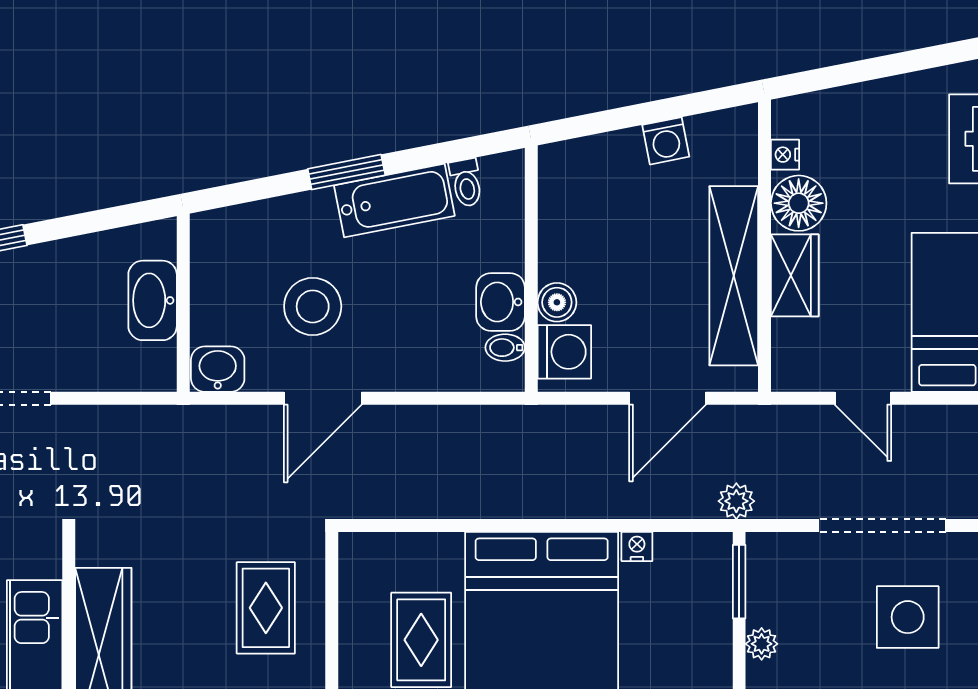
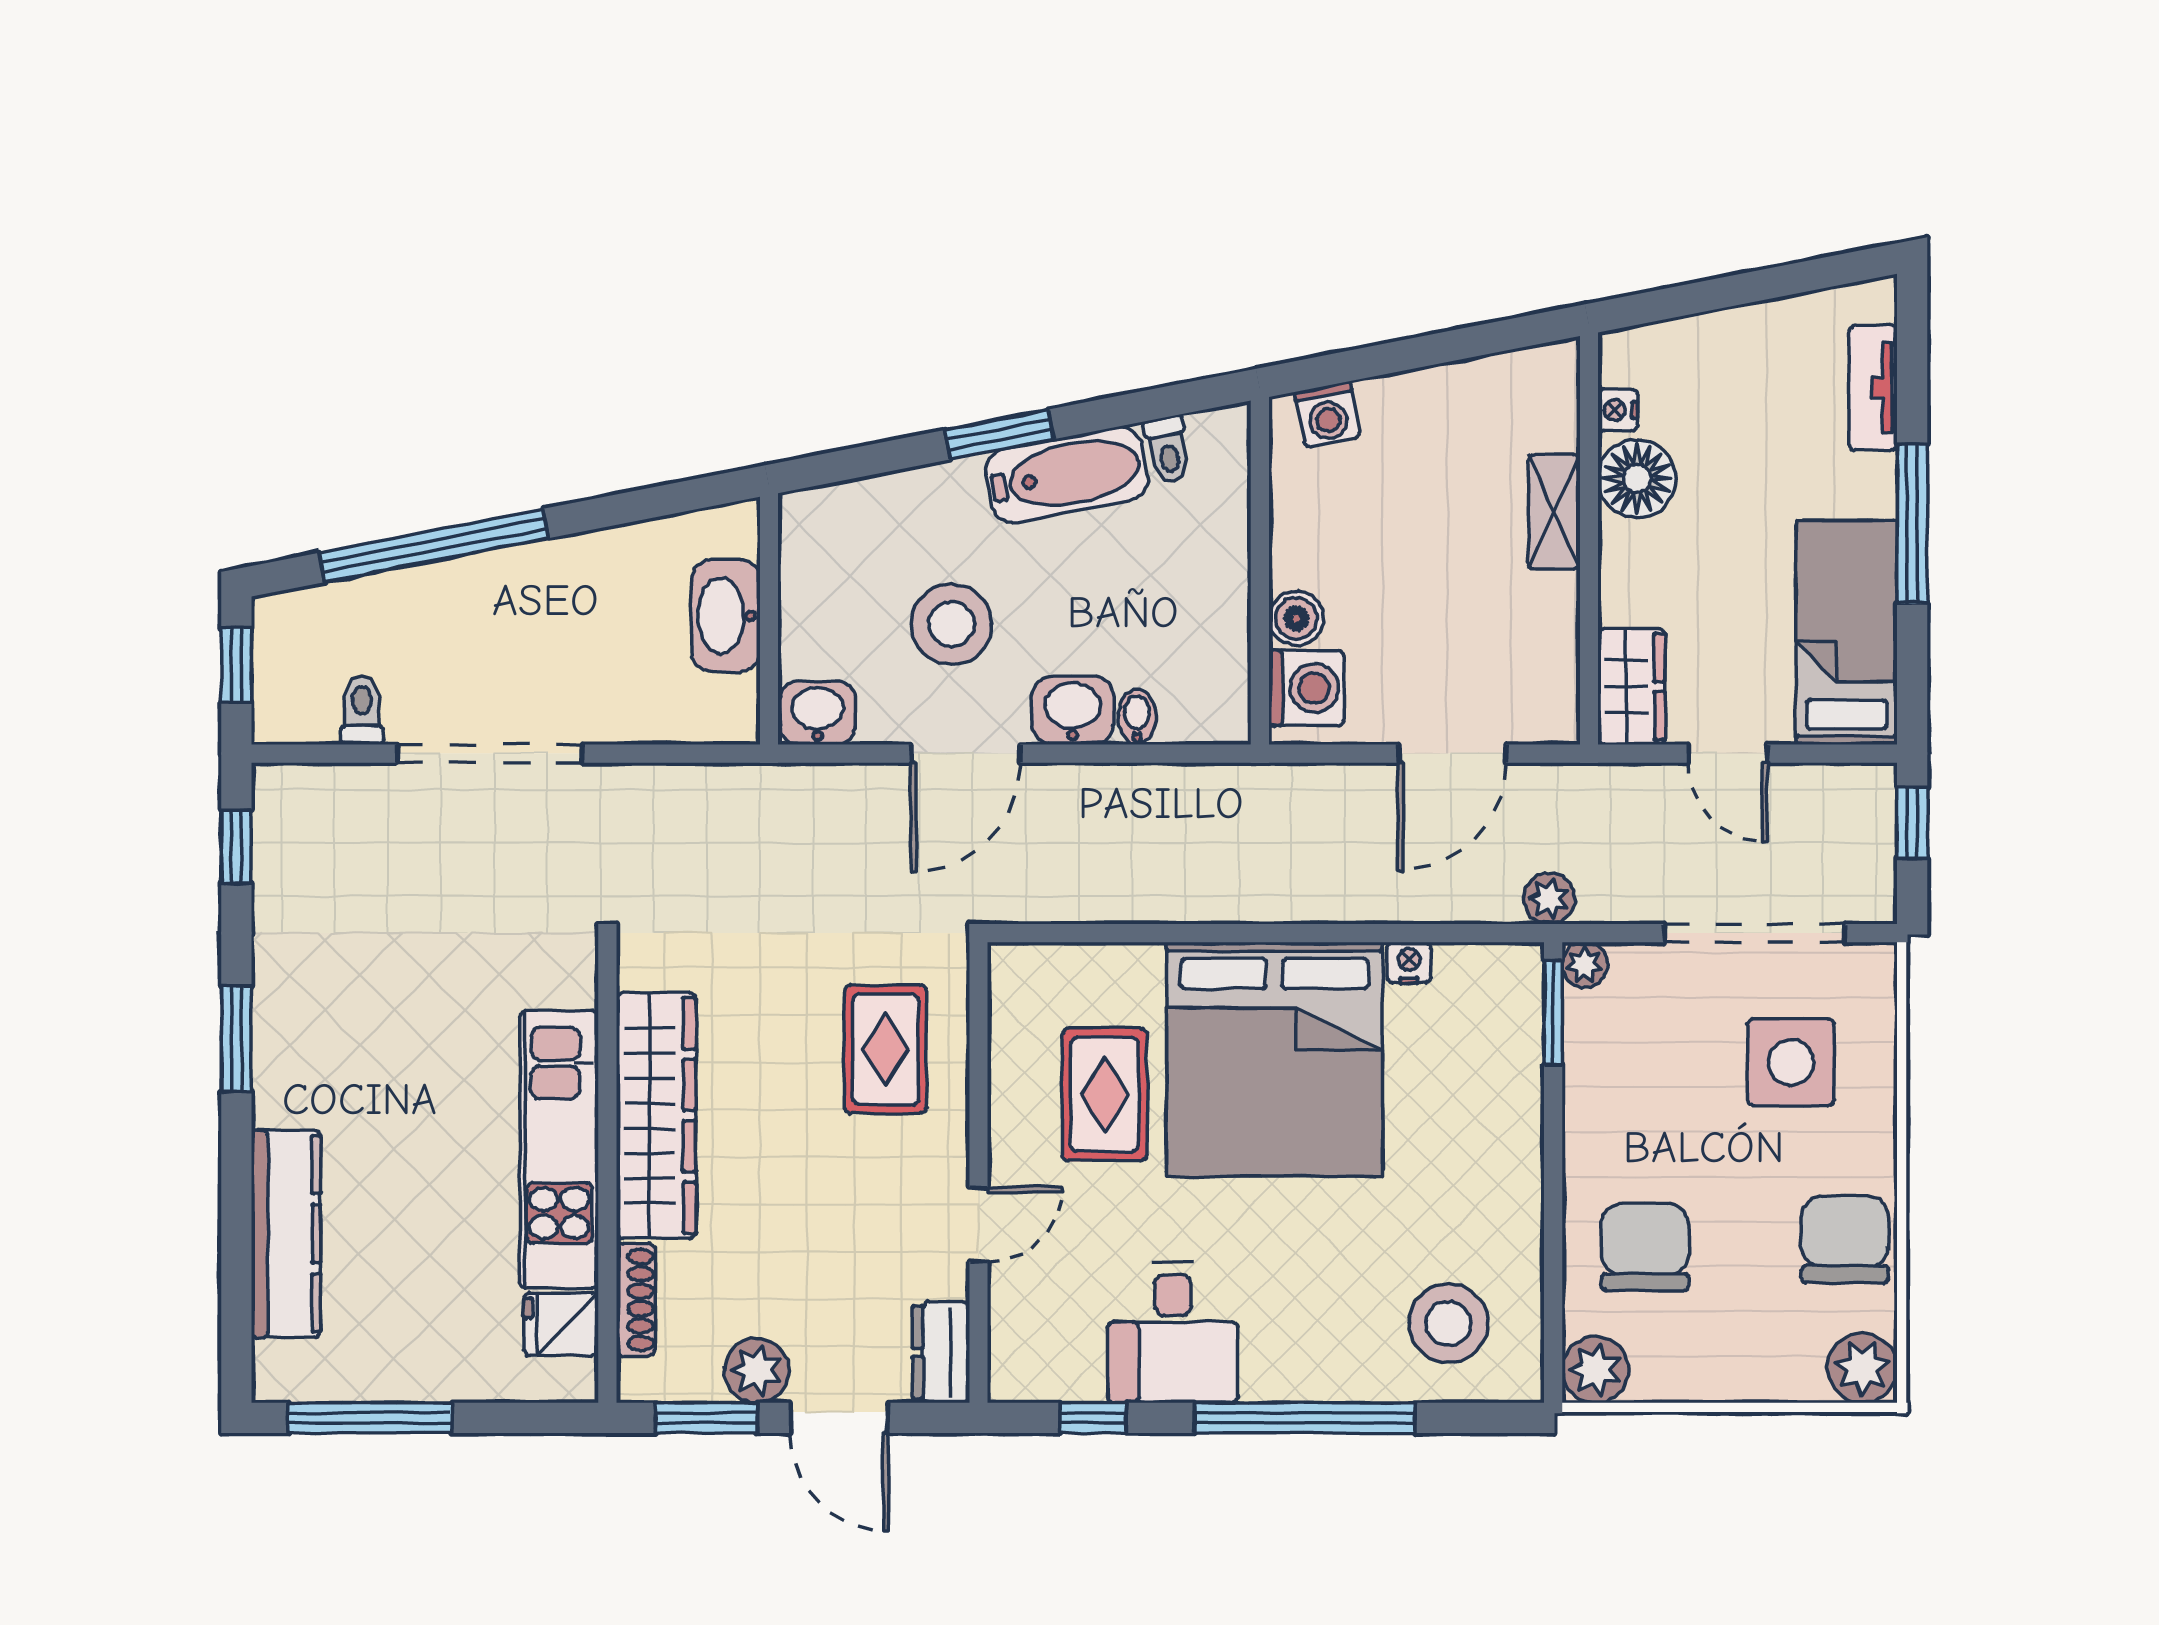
washing machine: (666, 141) -> (1327, 414), moved
wardrobe: (795, 275) -> (1632, 687), moved
shelving: (734, 276) -> (1554, 512), width x0.45, depth x0.75
washbasin: (500, 302) -> (1073, 710), moved, turned 90
bidet: (505, 348) -> (1137, 717), moved, turned 90
plant: (762, 644) -> (1585, 965), moved

